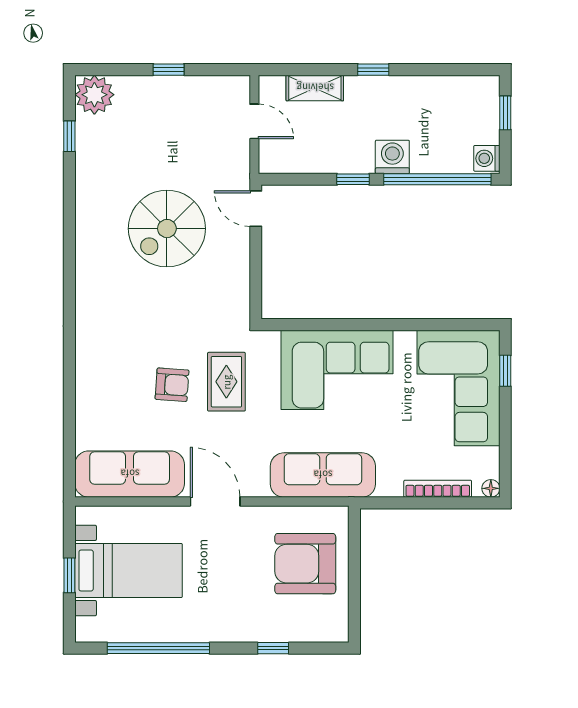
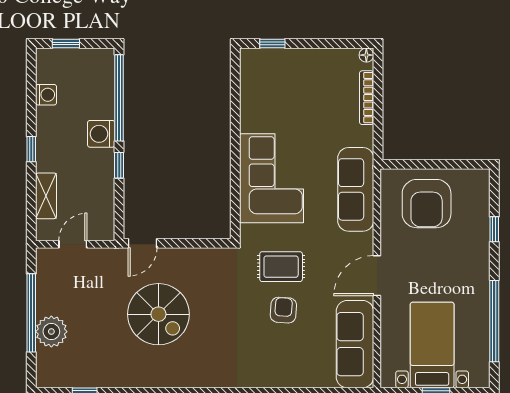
window: (169, 70) -> (31, 313), width x3.17
plant: (94, 95) -> (51, 332), moved
washing machine: (487, 158) -> (46, 95), moved, turned -90
corner sofa: (458, 388) -> (286, 81), removed

